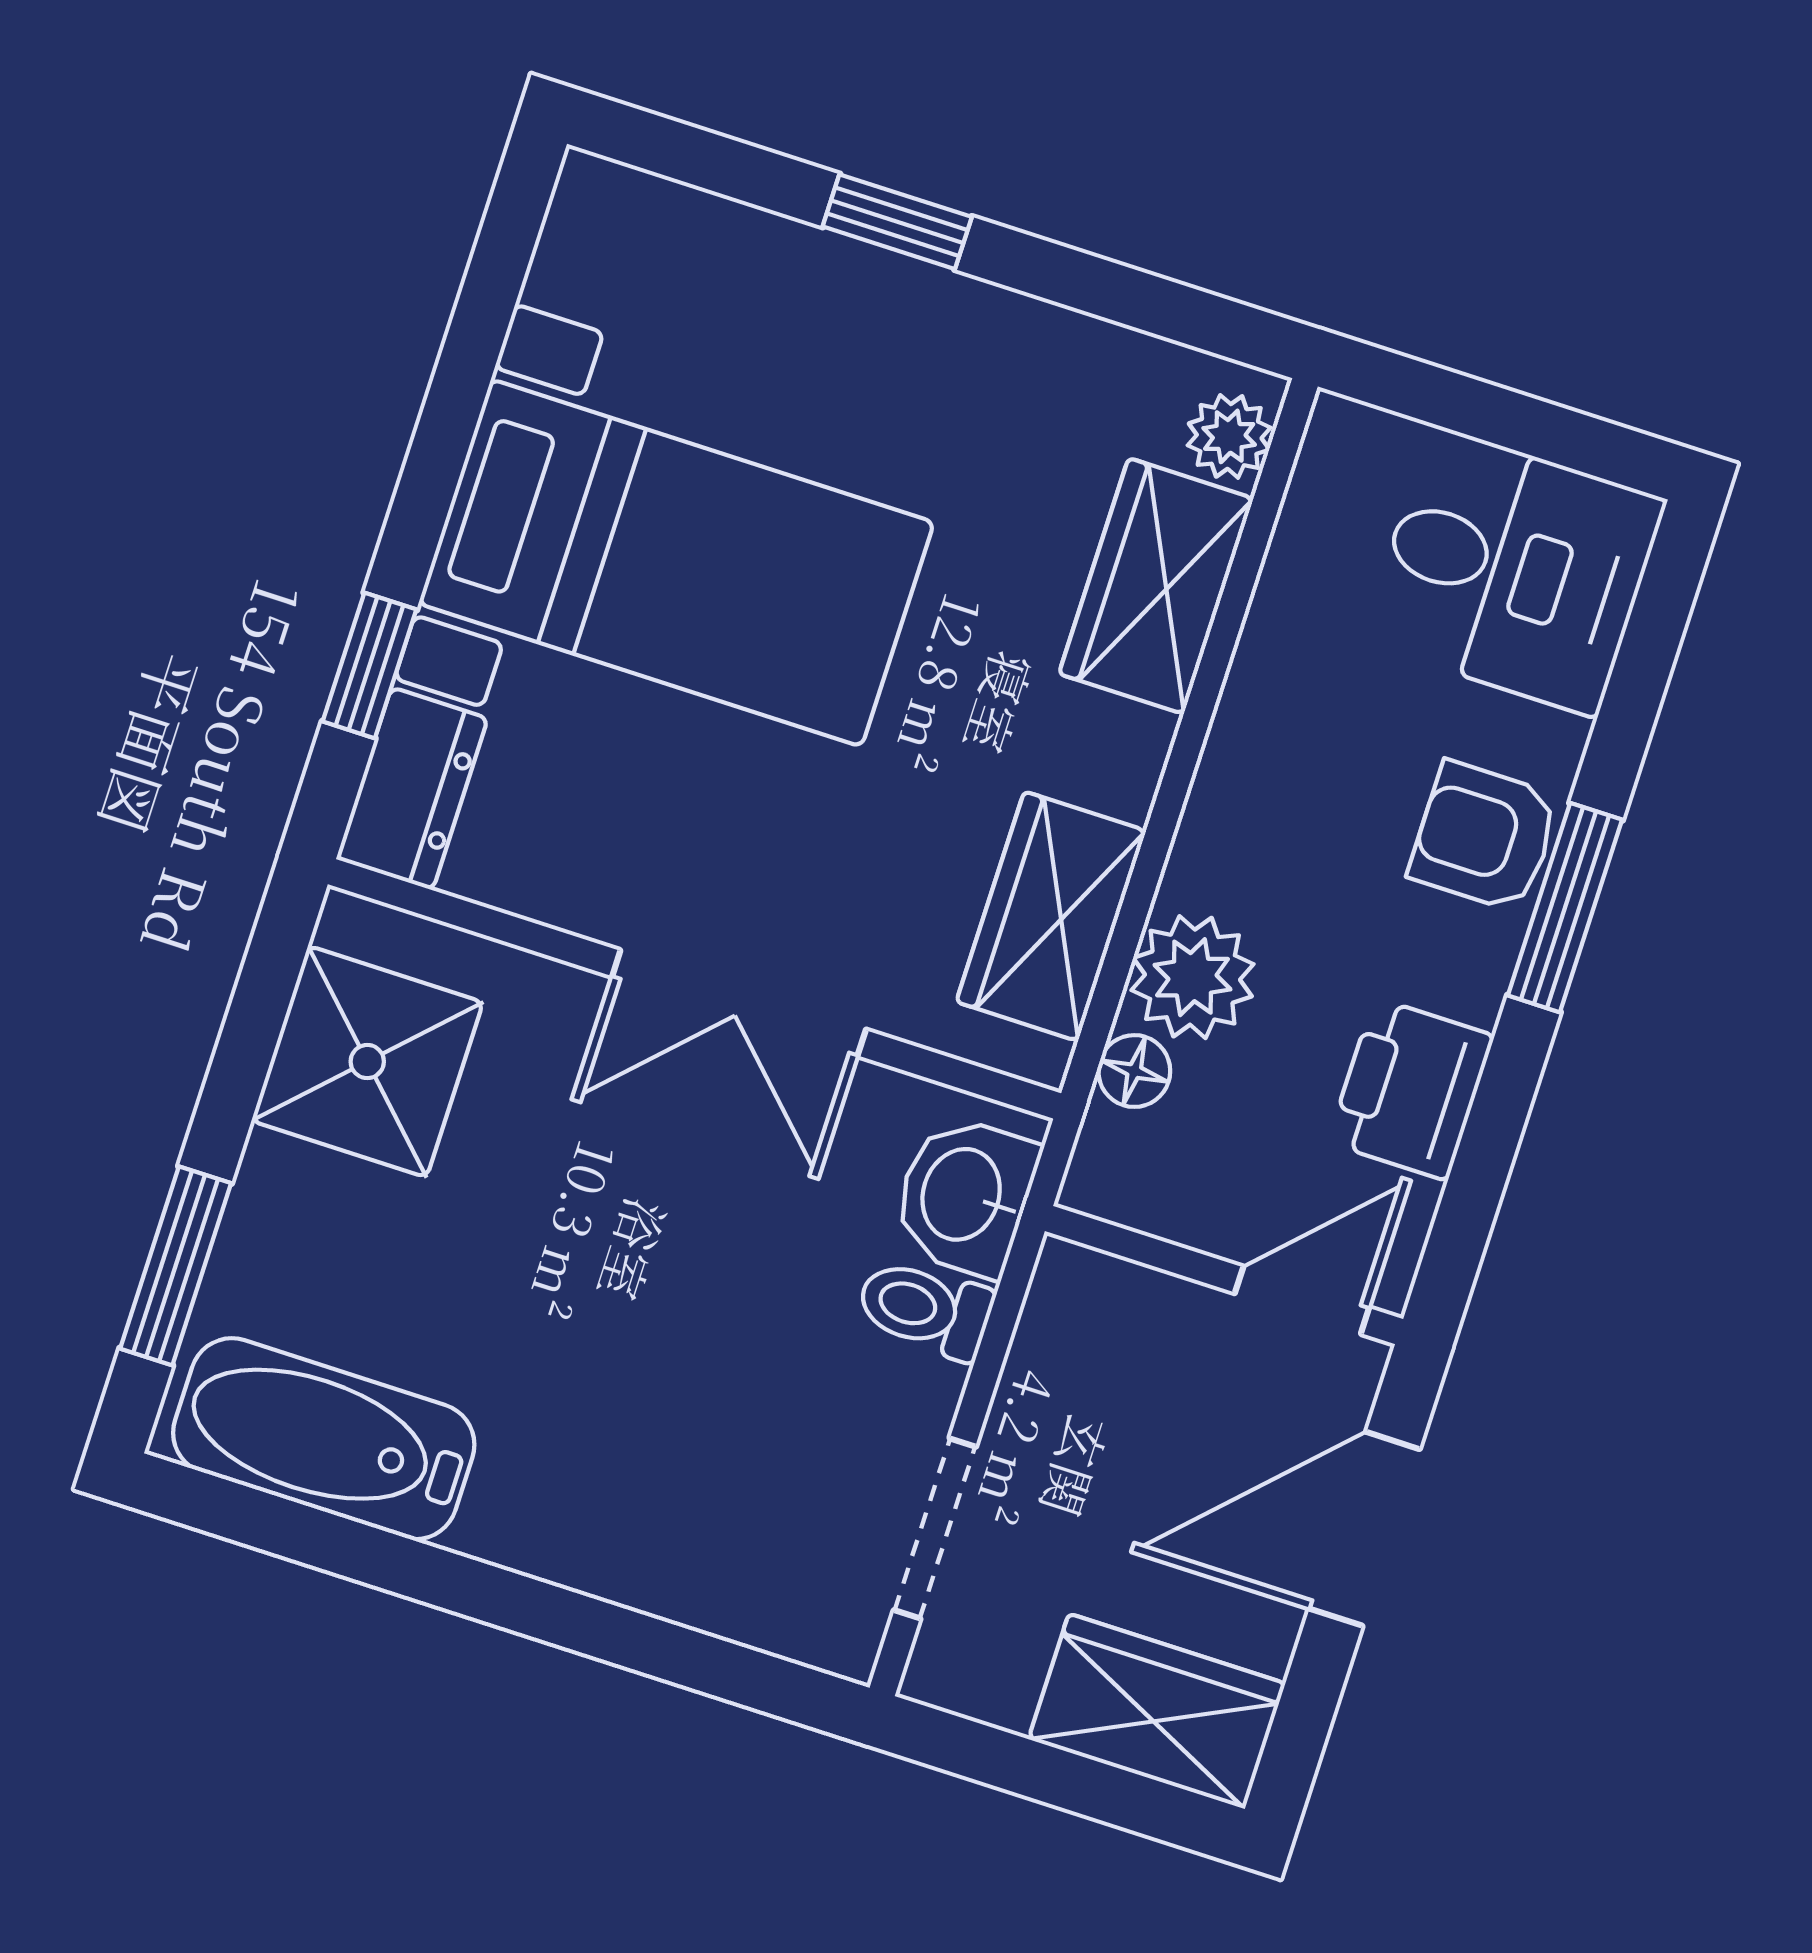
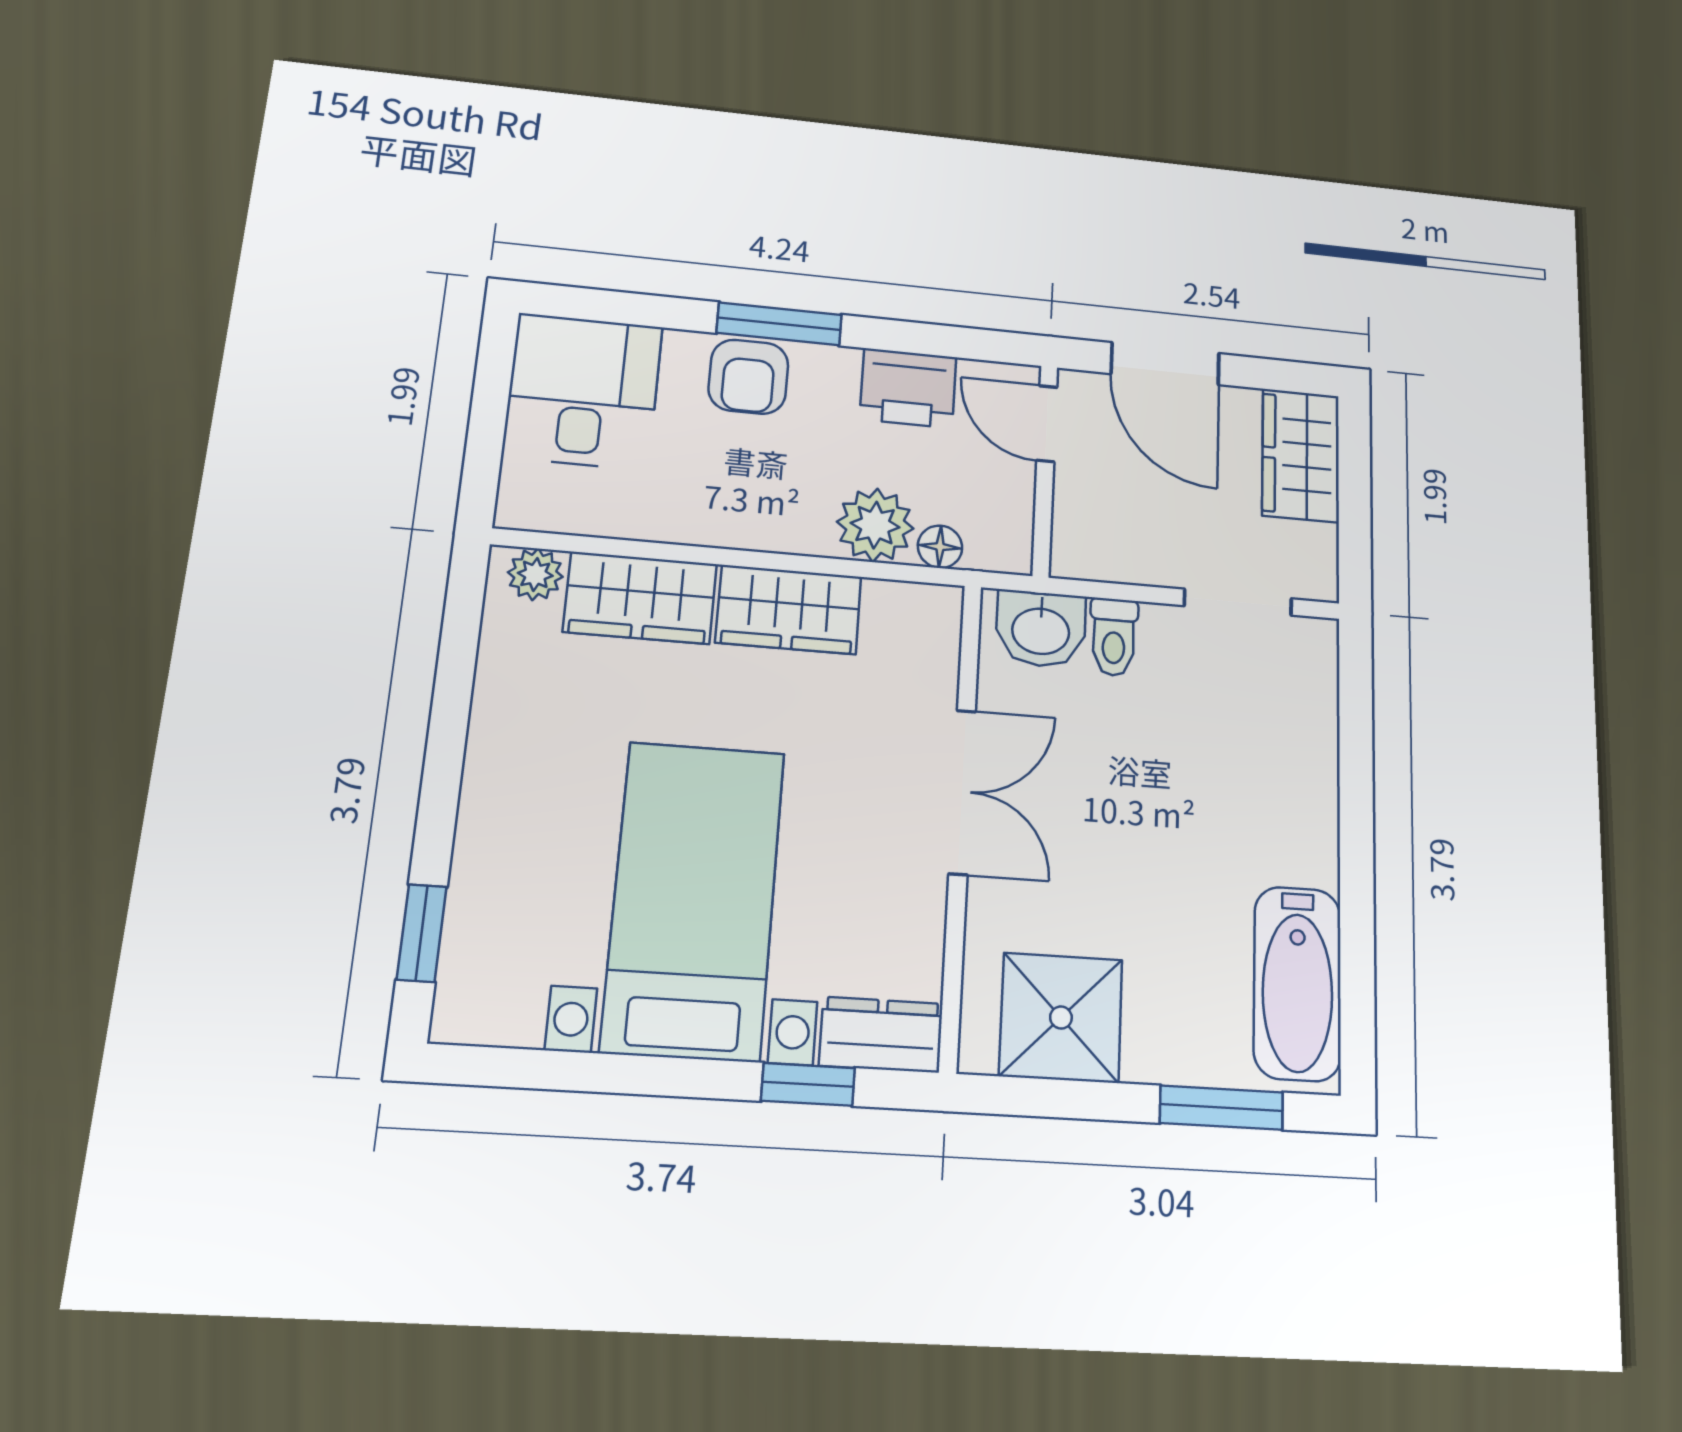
window: (897, 222) -> (422, 933), moved
wardrobe: (1051, 916) -> (789, 609), moved

